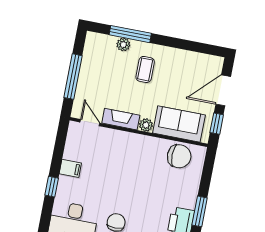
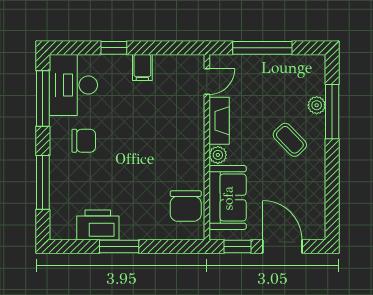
coffee table: (145, 69) -> (290, 140), turned 46

